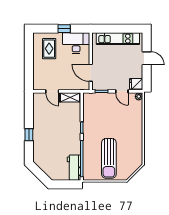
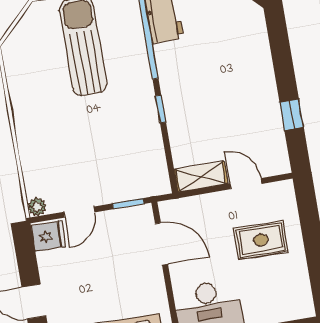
rug: (49, 49) -> (261, 240), moved, turned 90
door: (122, 91) -> (79, 212), swing flipped
window: (29, 135) -> (292, 115), moved

